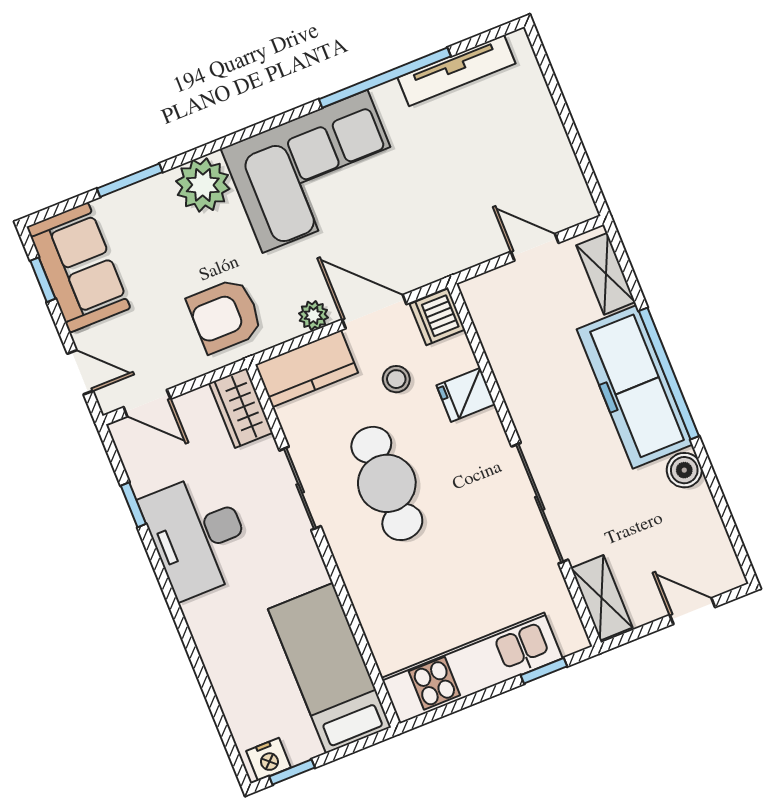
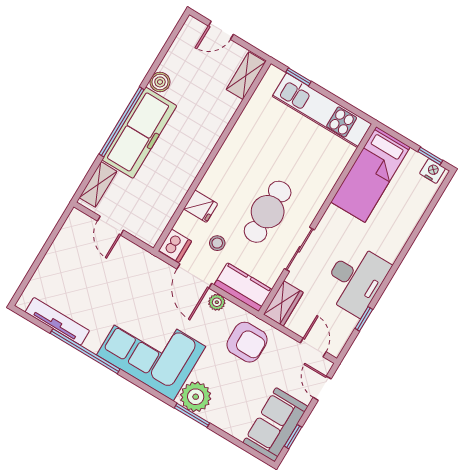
window: (130, 180) -> (192, 415), moved
sliding door: (540, 503) -> (224, 136), removed
door: (692, 611) -> (221, 30), hinge flipped

